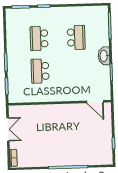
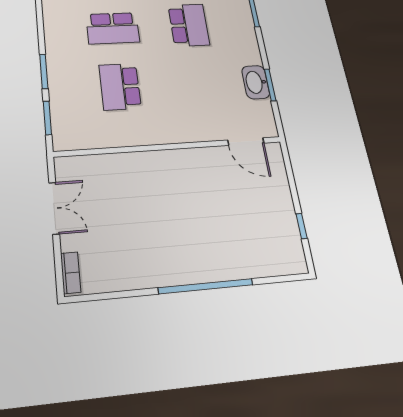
school desk: (39, 39) -> (113, 28), turned -90
washbasin: (104, 56) -> (256, 82), moved

